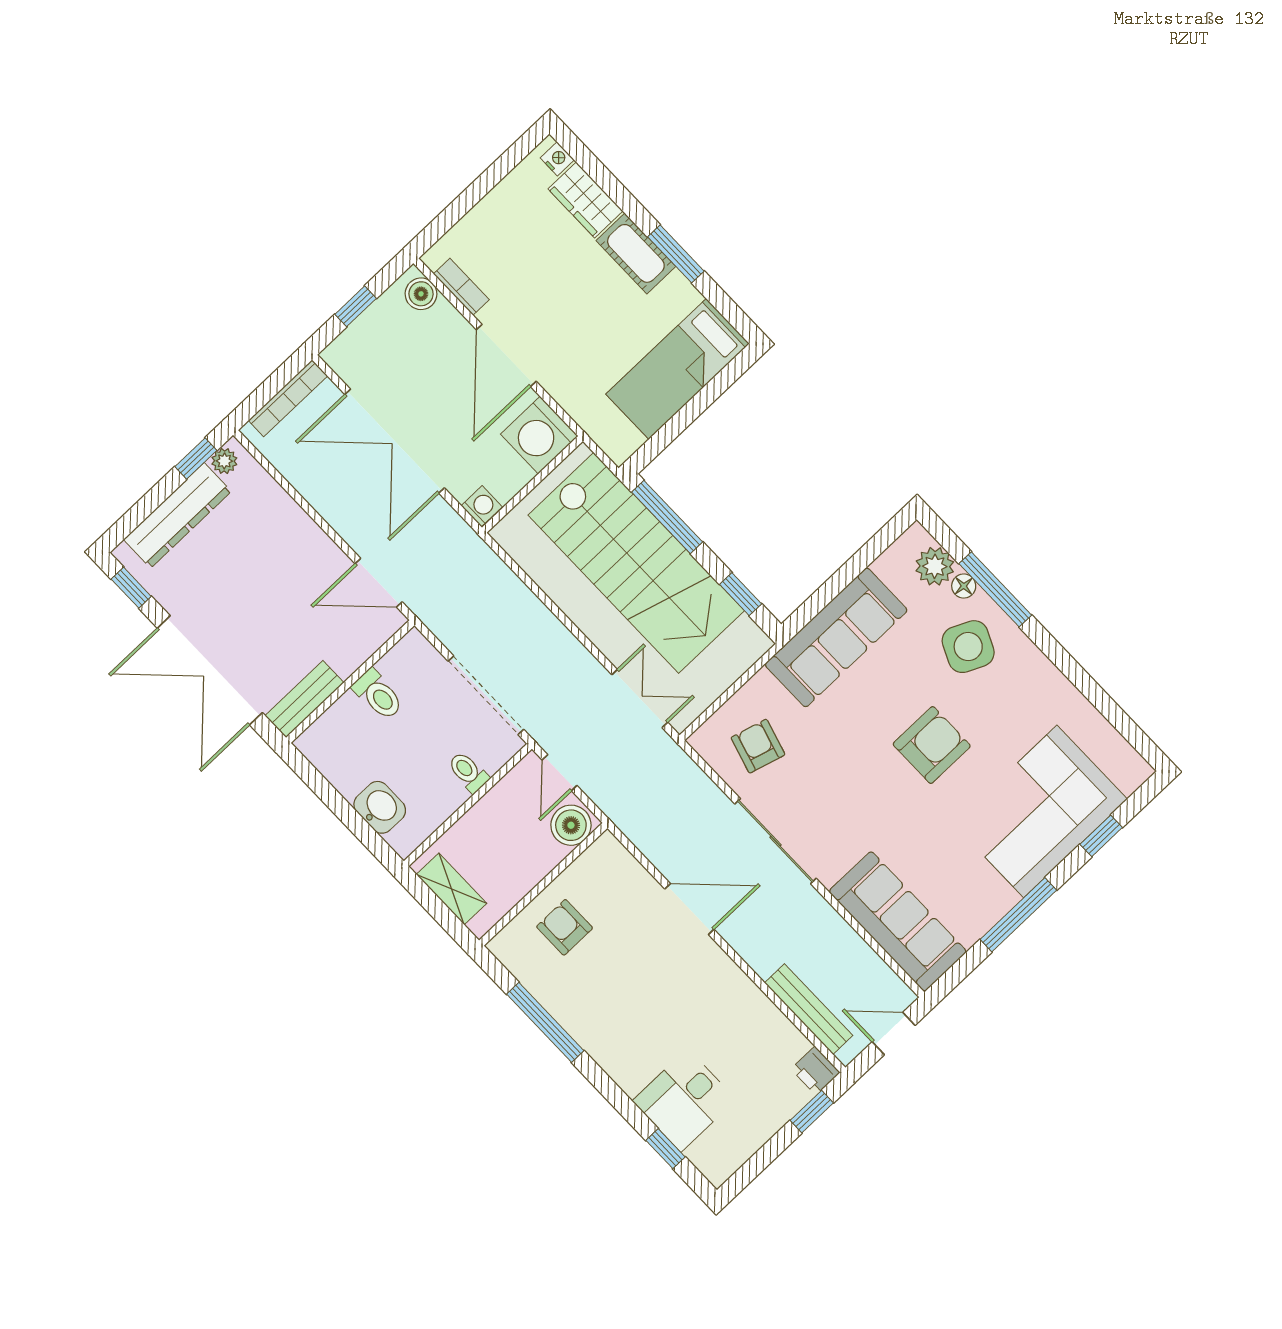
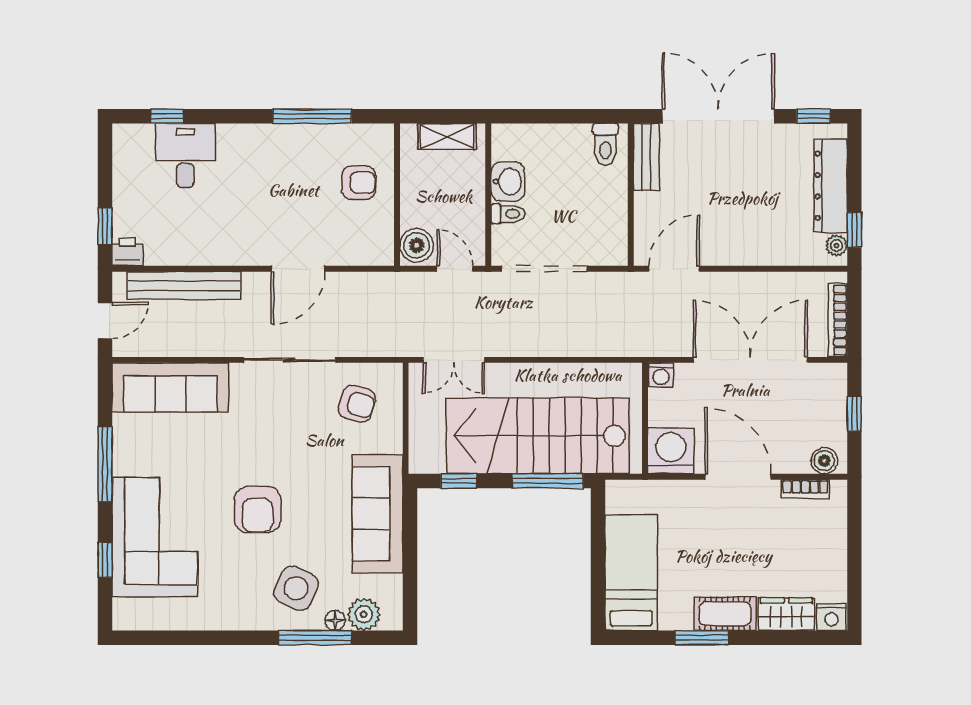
nightstand: (557, 159) -> (831, 617), width x1.39, depth x1.35
toilet: (378, 695) -> (605, 144), moved, turned -90
washbasin: (380, 807) -> (508, 182), moved, turned -90
bench: (809, 1009) -> (184, 286), width x1.37, depth x1.21

